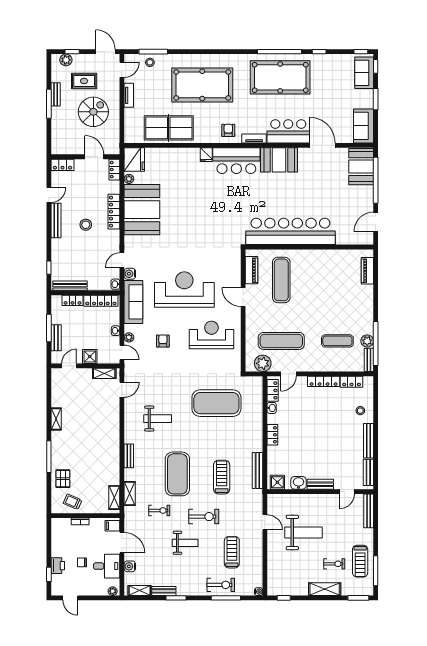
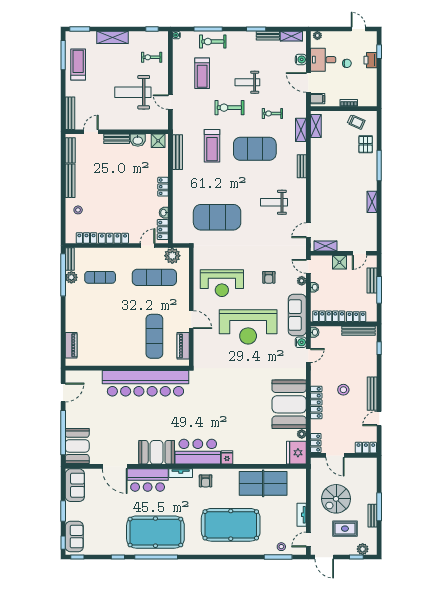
exercise mat: (177, 474) -> (255, 149), turned 90
exercise bike: (334, 564) -> (152, 57), moved

